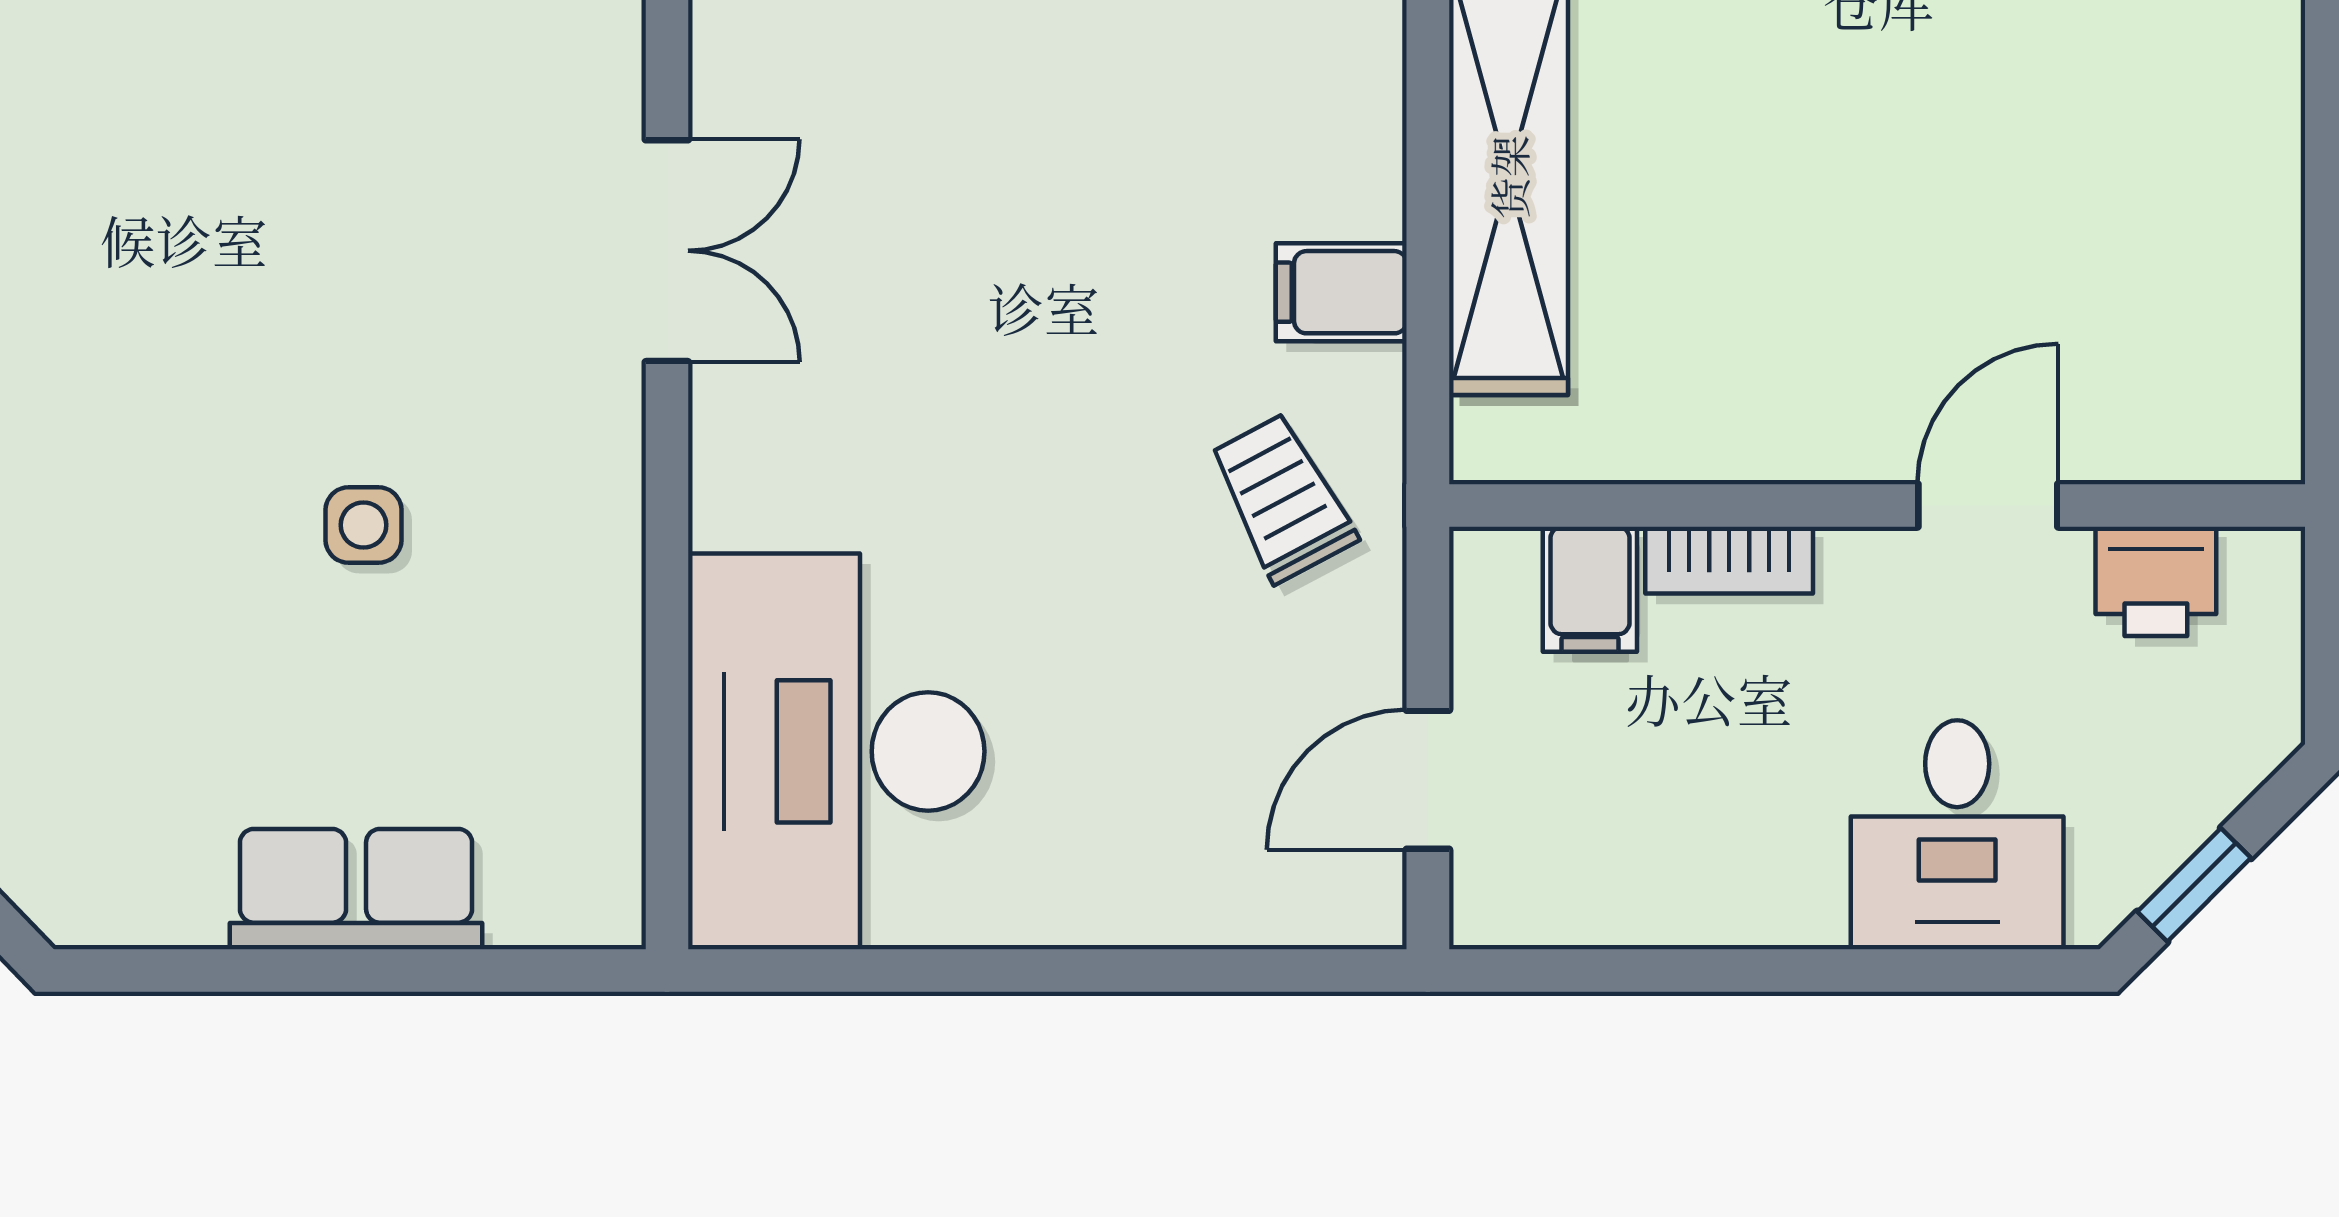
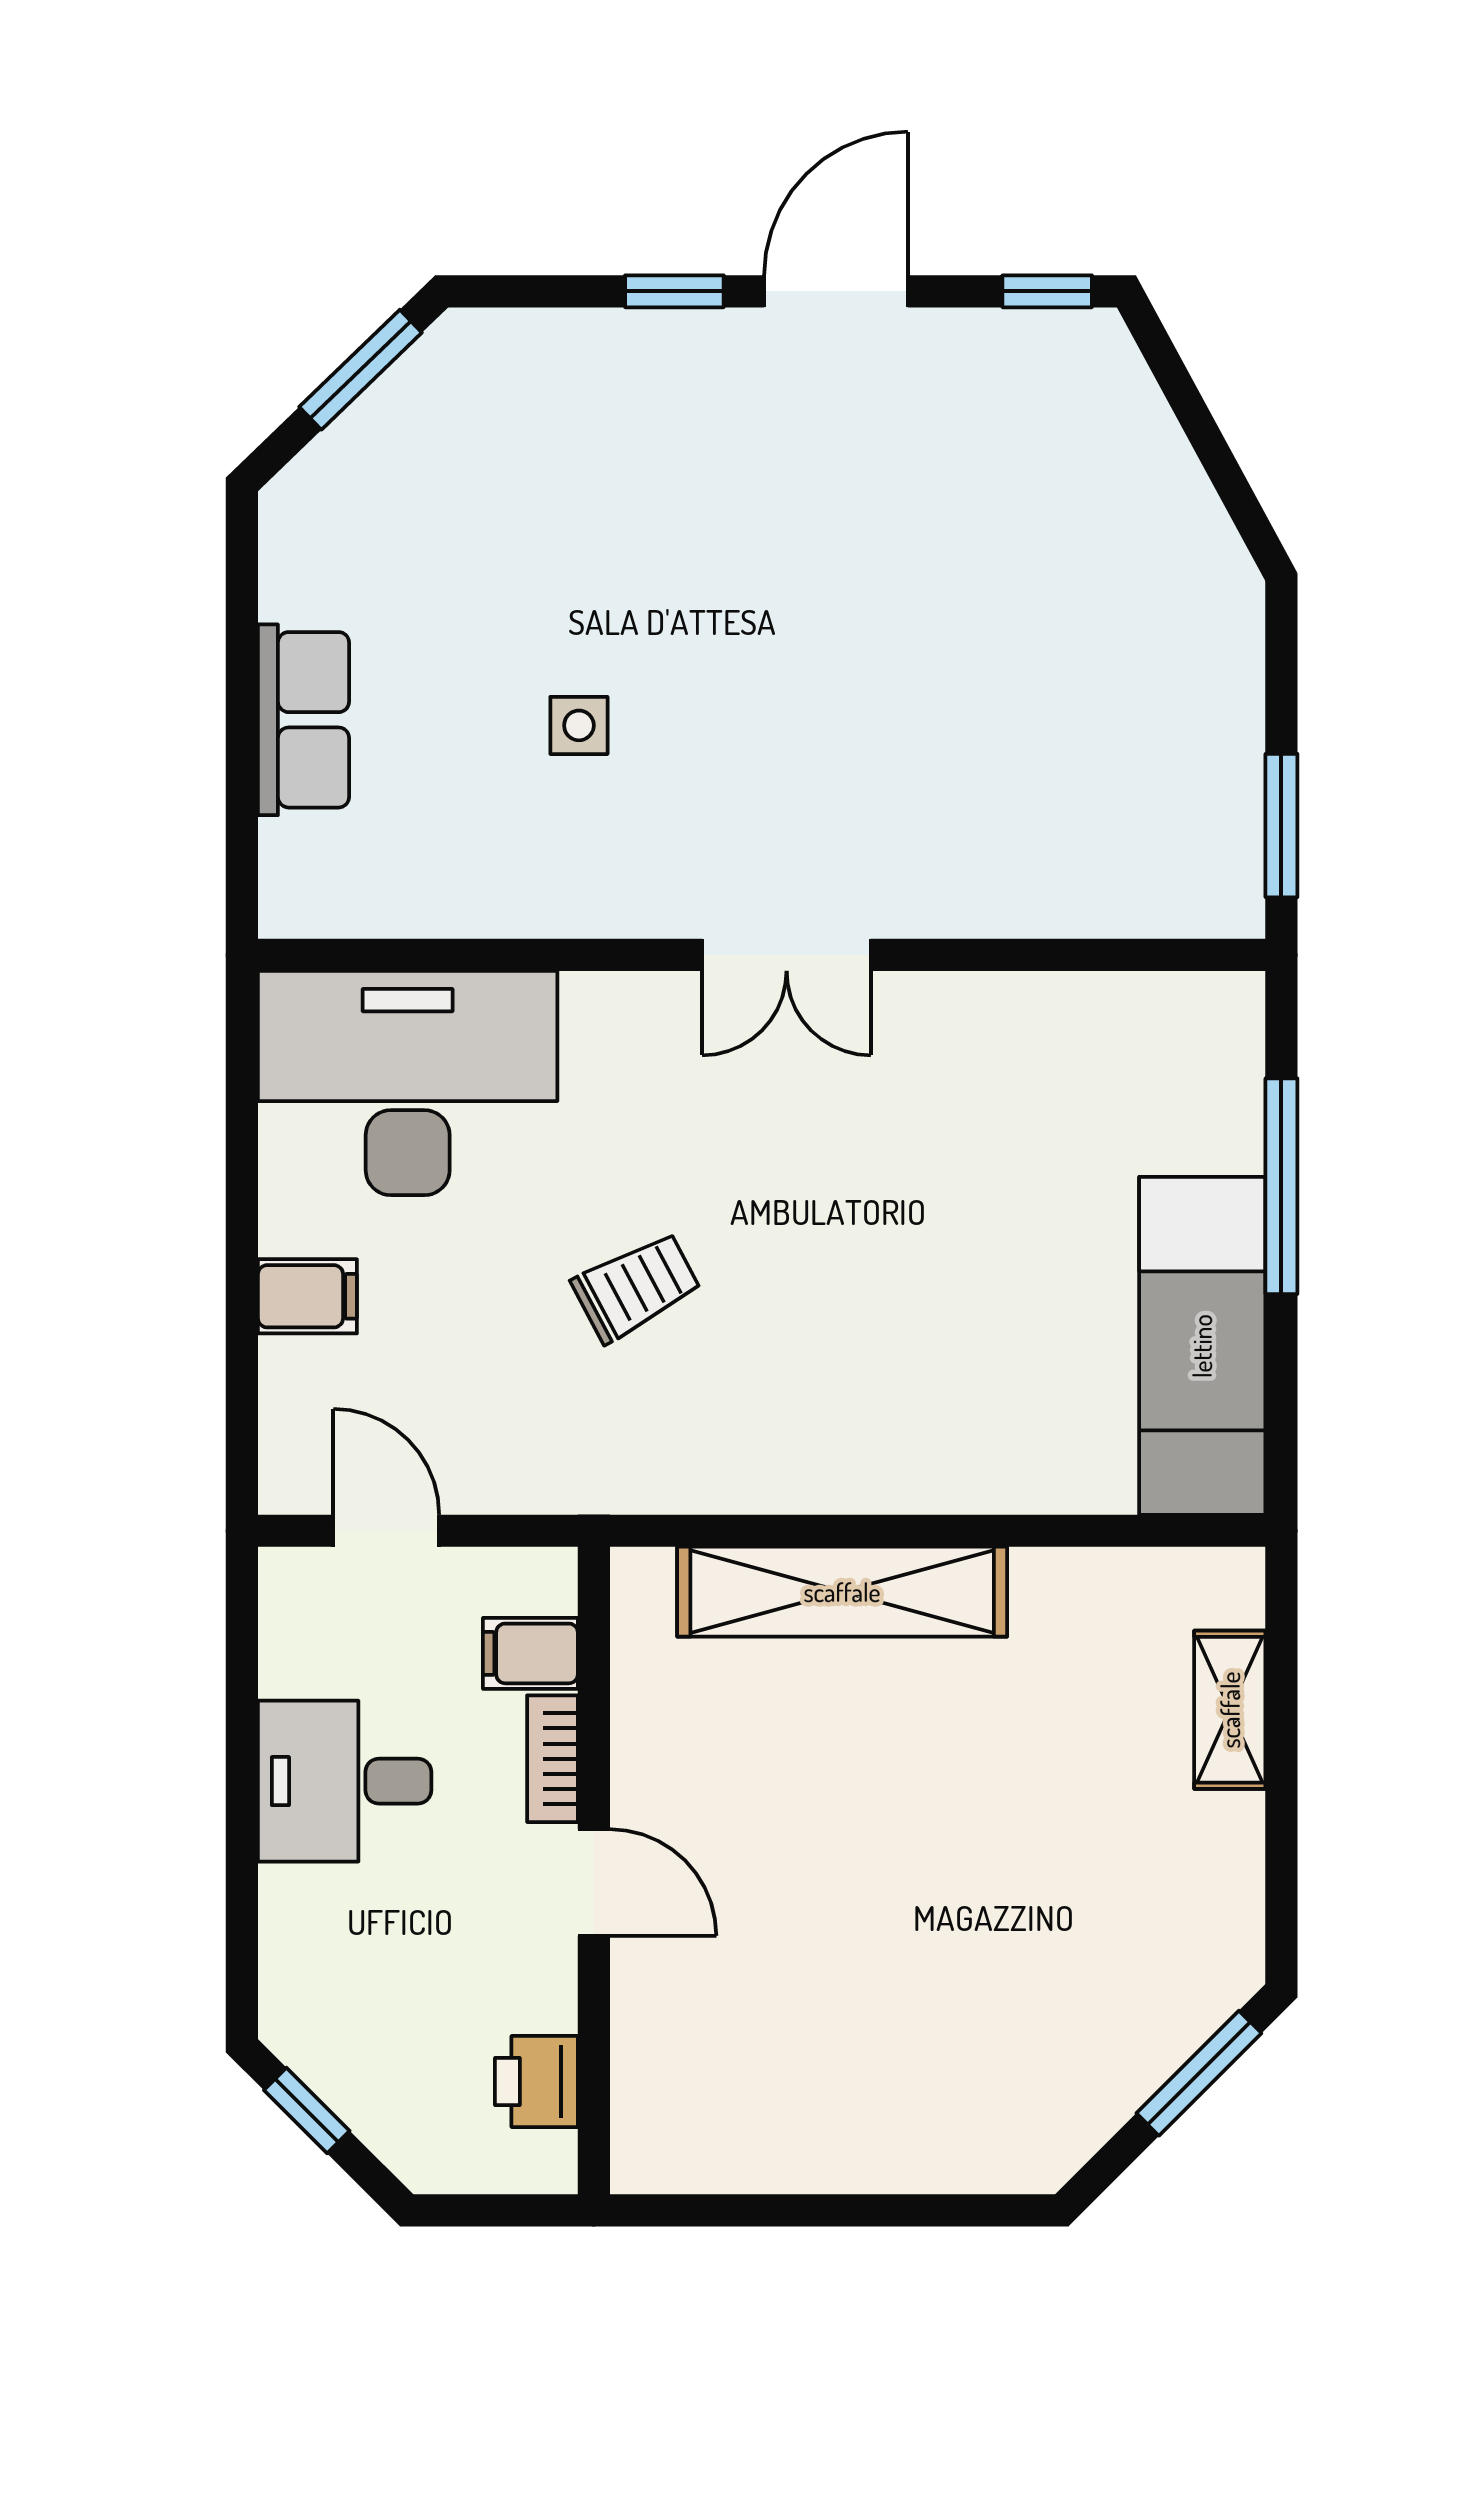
filing cabinet: (1341, 292) -> (307, 1296), moved, turned 90
trolley: (1282, 498) -> (636, 1287), moved
door: (1988, 505) -> (594, 1882), moved
desk: (1957, 835) -> (345, 1781), moved

